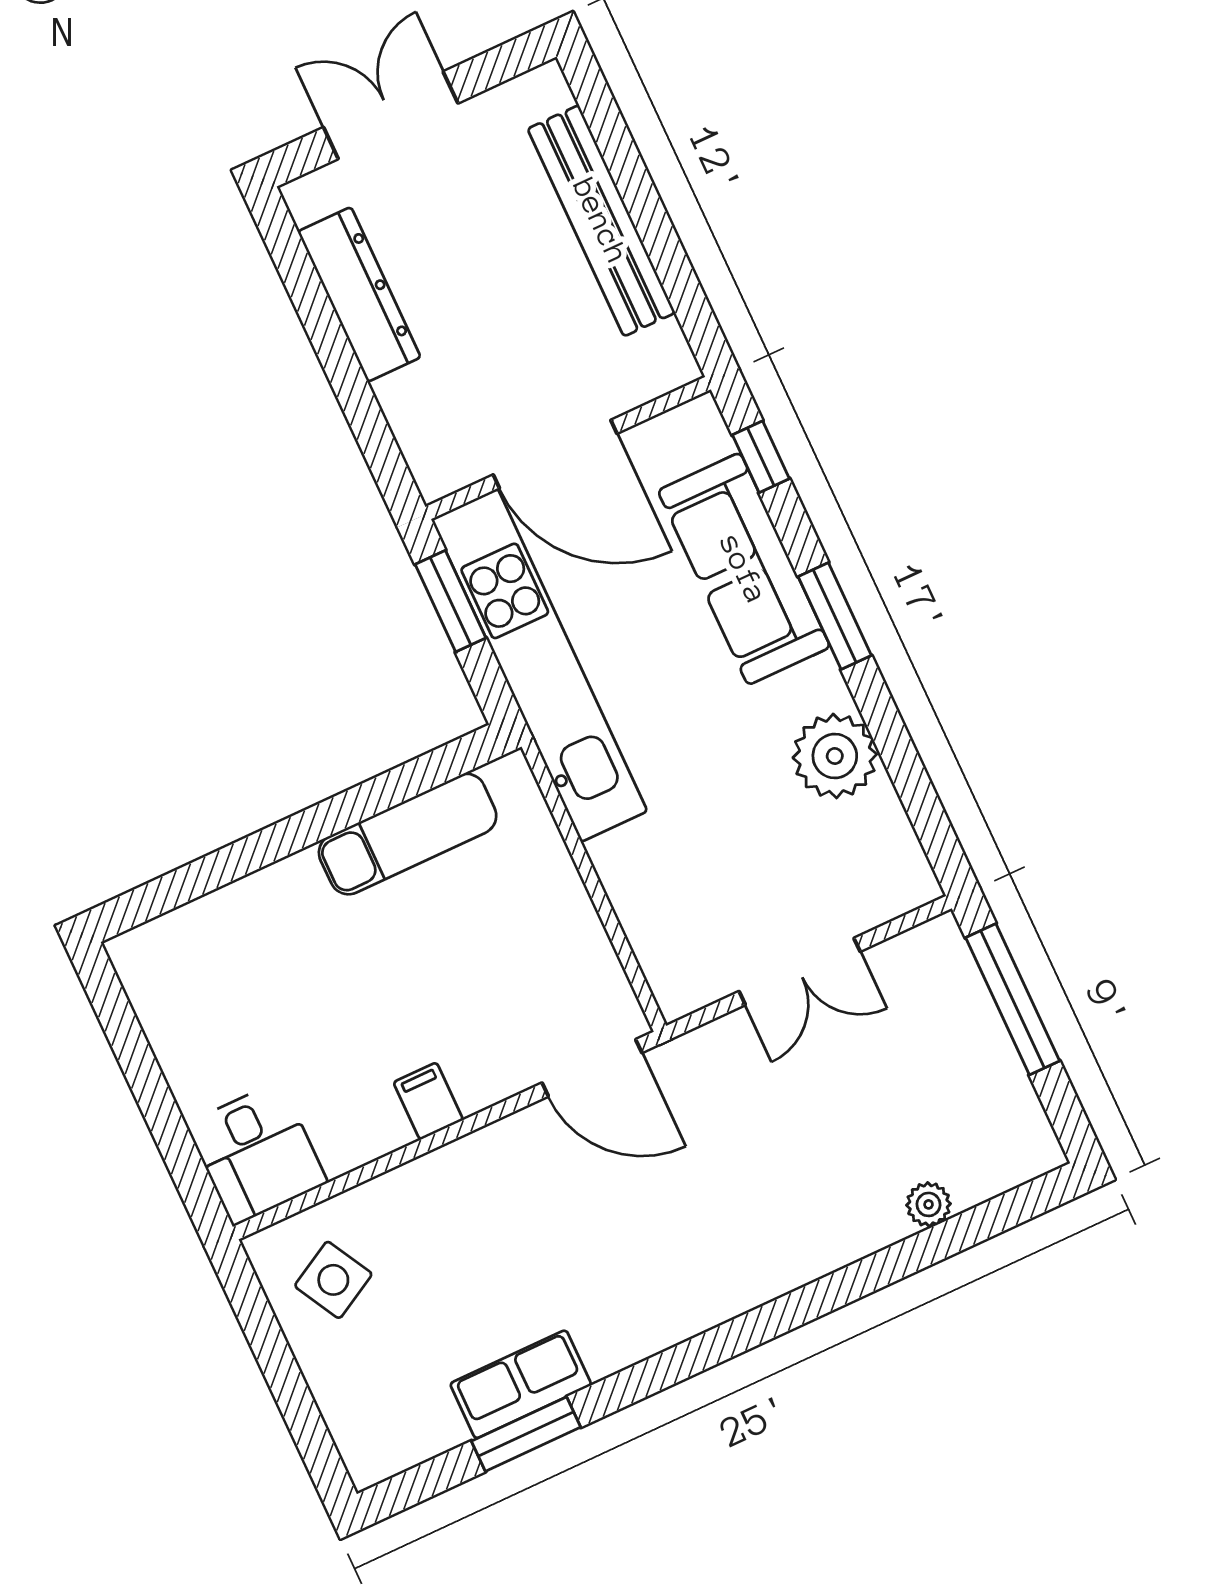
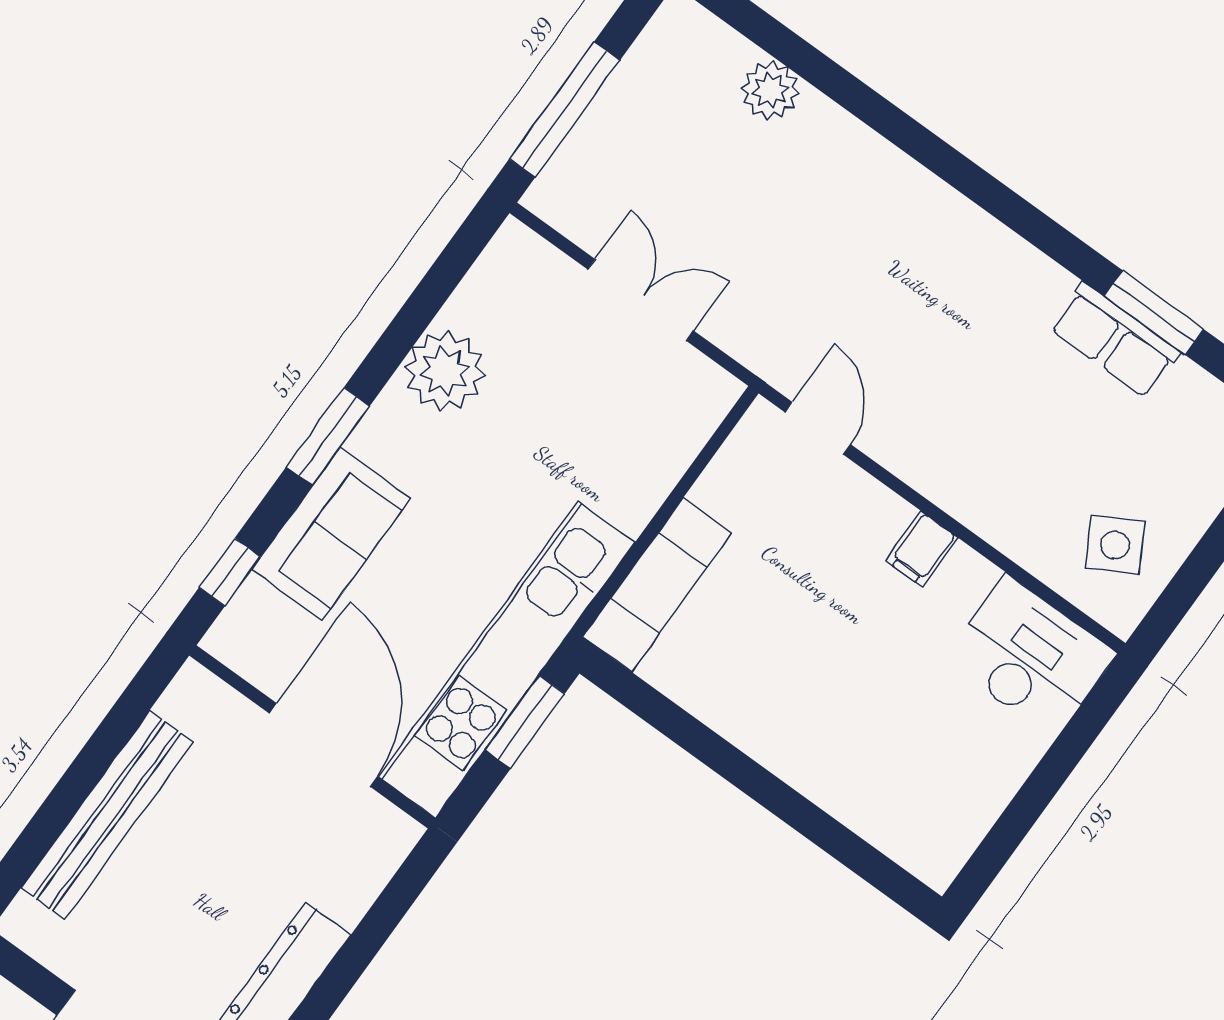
sofa: (744, 569) -> (331, 534), width x0.73
window: (451, 601) -> (525, 722), moved
exam couch: (408, 834) -> (657, 585), moved, turned 90
door: (592, 1068) -> (818, 428), width x0.73
desk: (257, 1153) -> (1030, 657), width x1.37
plant: (928, 1204) -> (770, 90), width x1.38, depth x1.38

